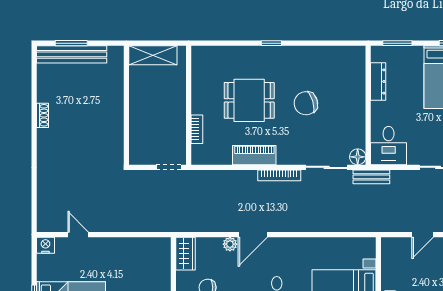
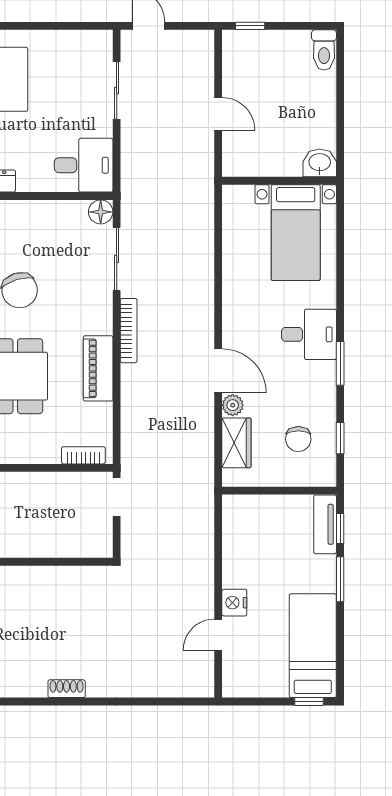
shoe rack: (43, 115) -> (67, 689), moved
bookcase: (197, 129) -> (83, 455), moved
bench: (371, 177) -> (131, 191), removed
nightstand: (45, 245) -> (234, 603), moved
wardrobe: (186, 254) -> (236, 443), moved, turned 90

